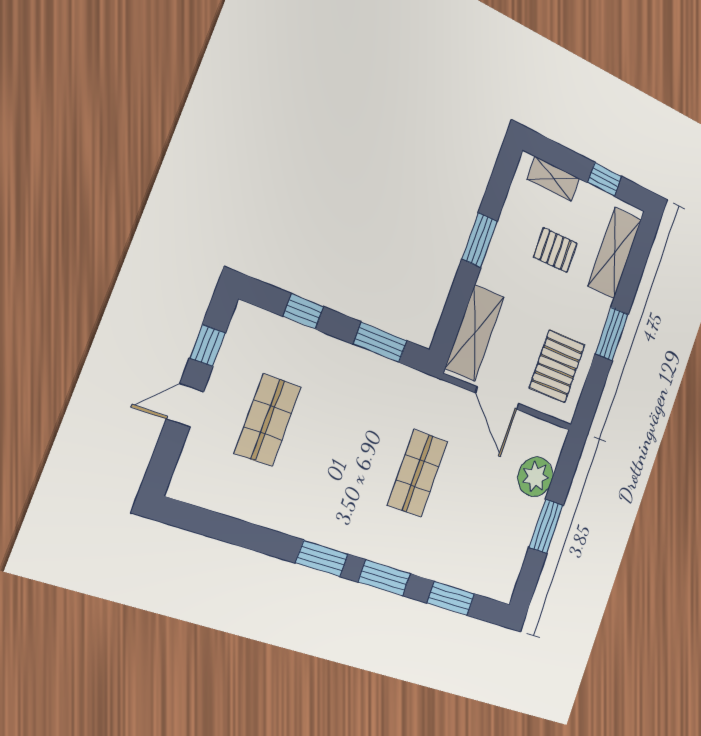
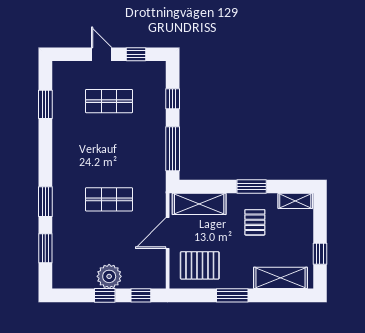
shelving: (553, 179) -> (295, 201), moved, turned 90
pallet: (555, 250) -> (255, 222), moved
window: (380, 342) -> (173, 149), width x1.44
window: (565, 471) -> (141, 295), added
plant: (535, 477) -> (109, 276), moved
window: (546, 526) -> (105, 295), width x0.67
window: (322, 558) -> (45, 104), moved

